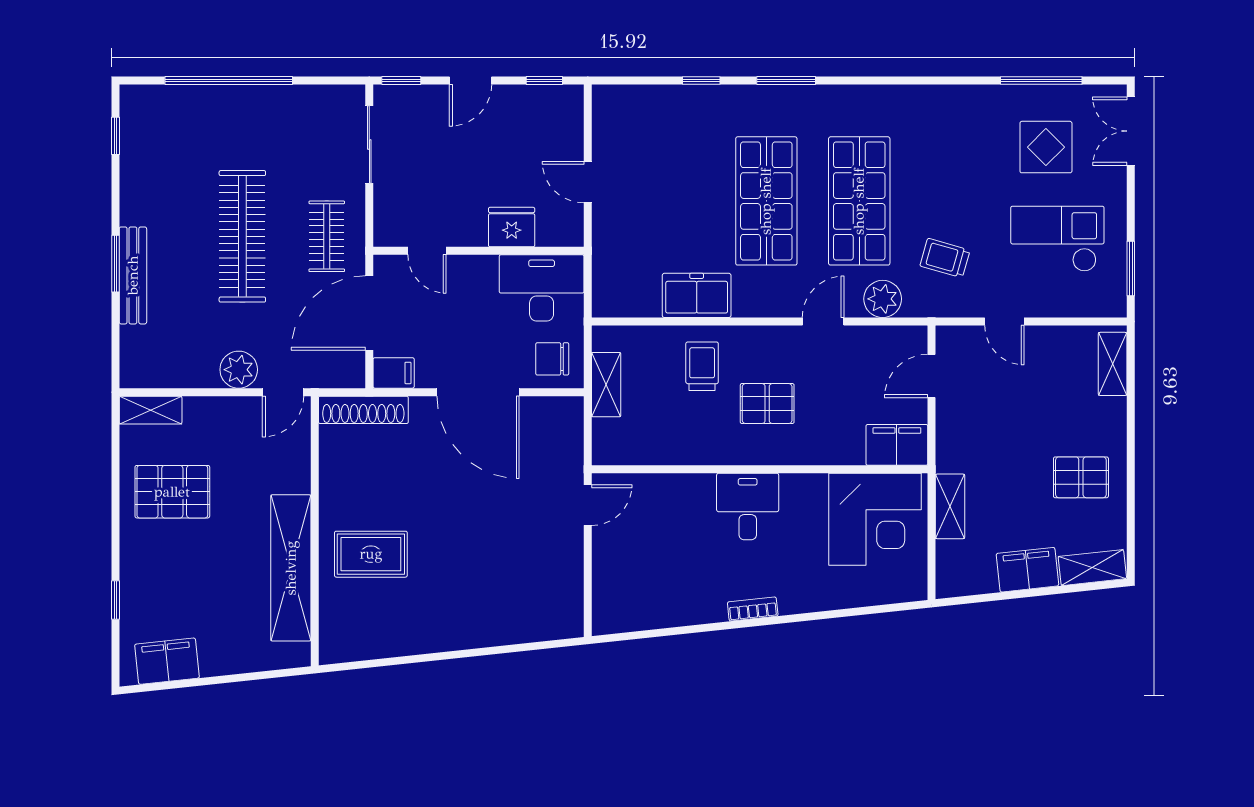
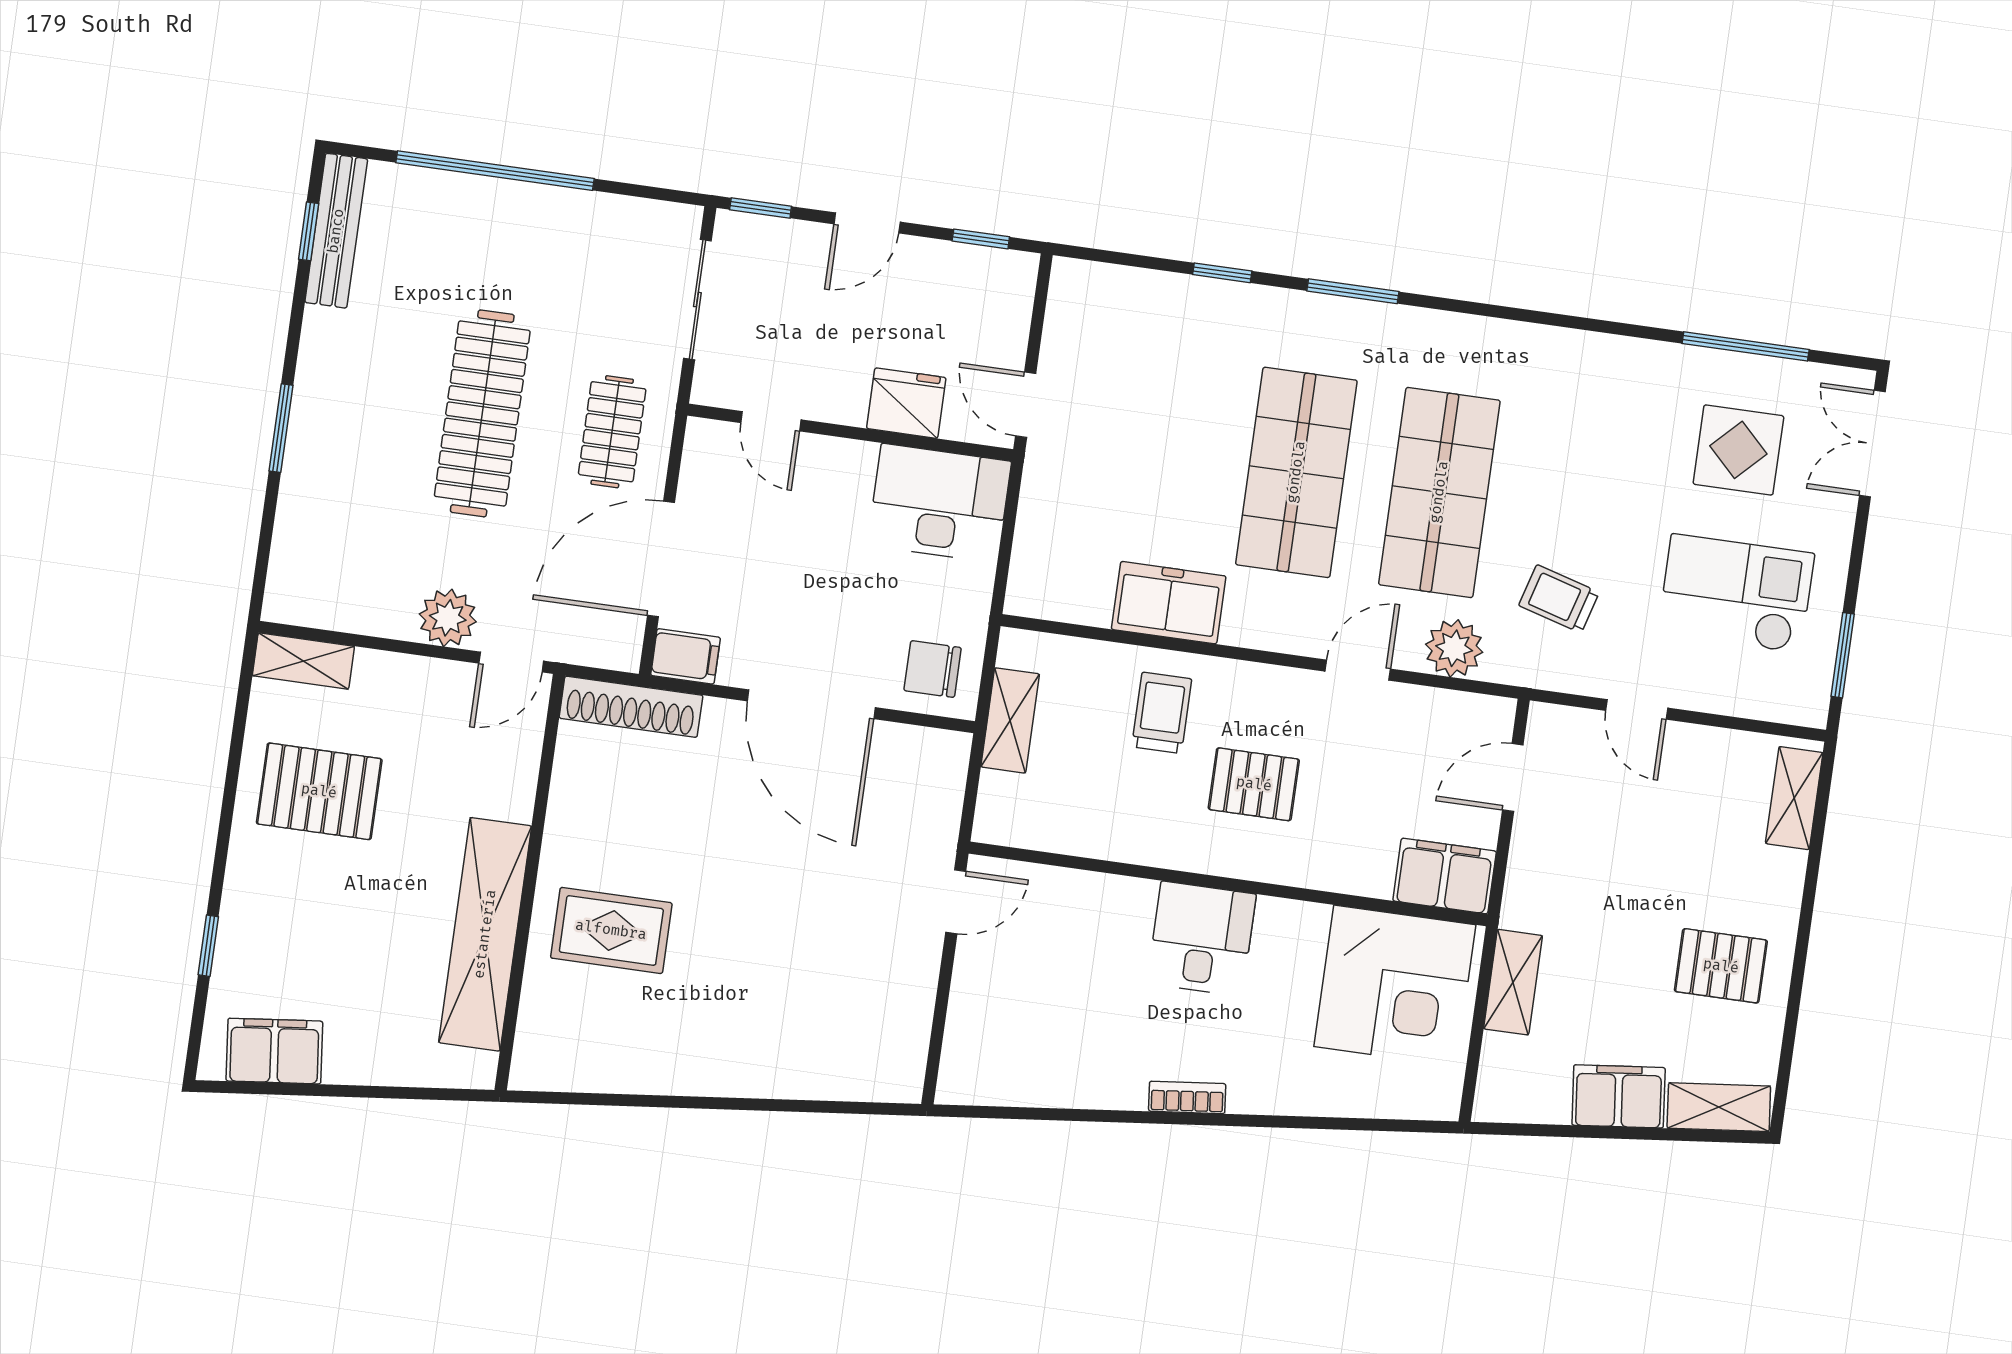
fridge: (512, 227) -> (906, 403), moved
door: (427, 251) -> (771, 421), moved
wall: (479, 251) -> (850, 432), moved
bench: (133, 275) -> (336, 231), moved
desk: (542, 288) -> (939, 503), moved

